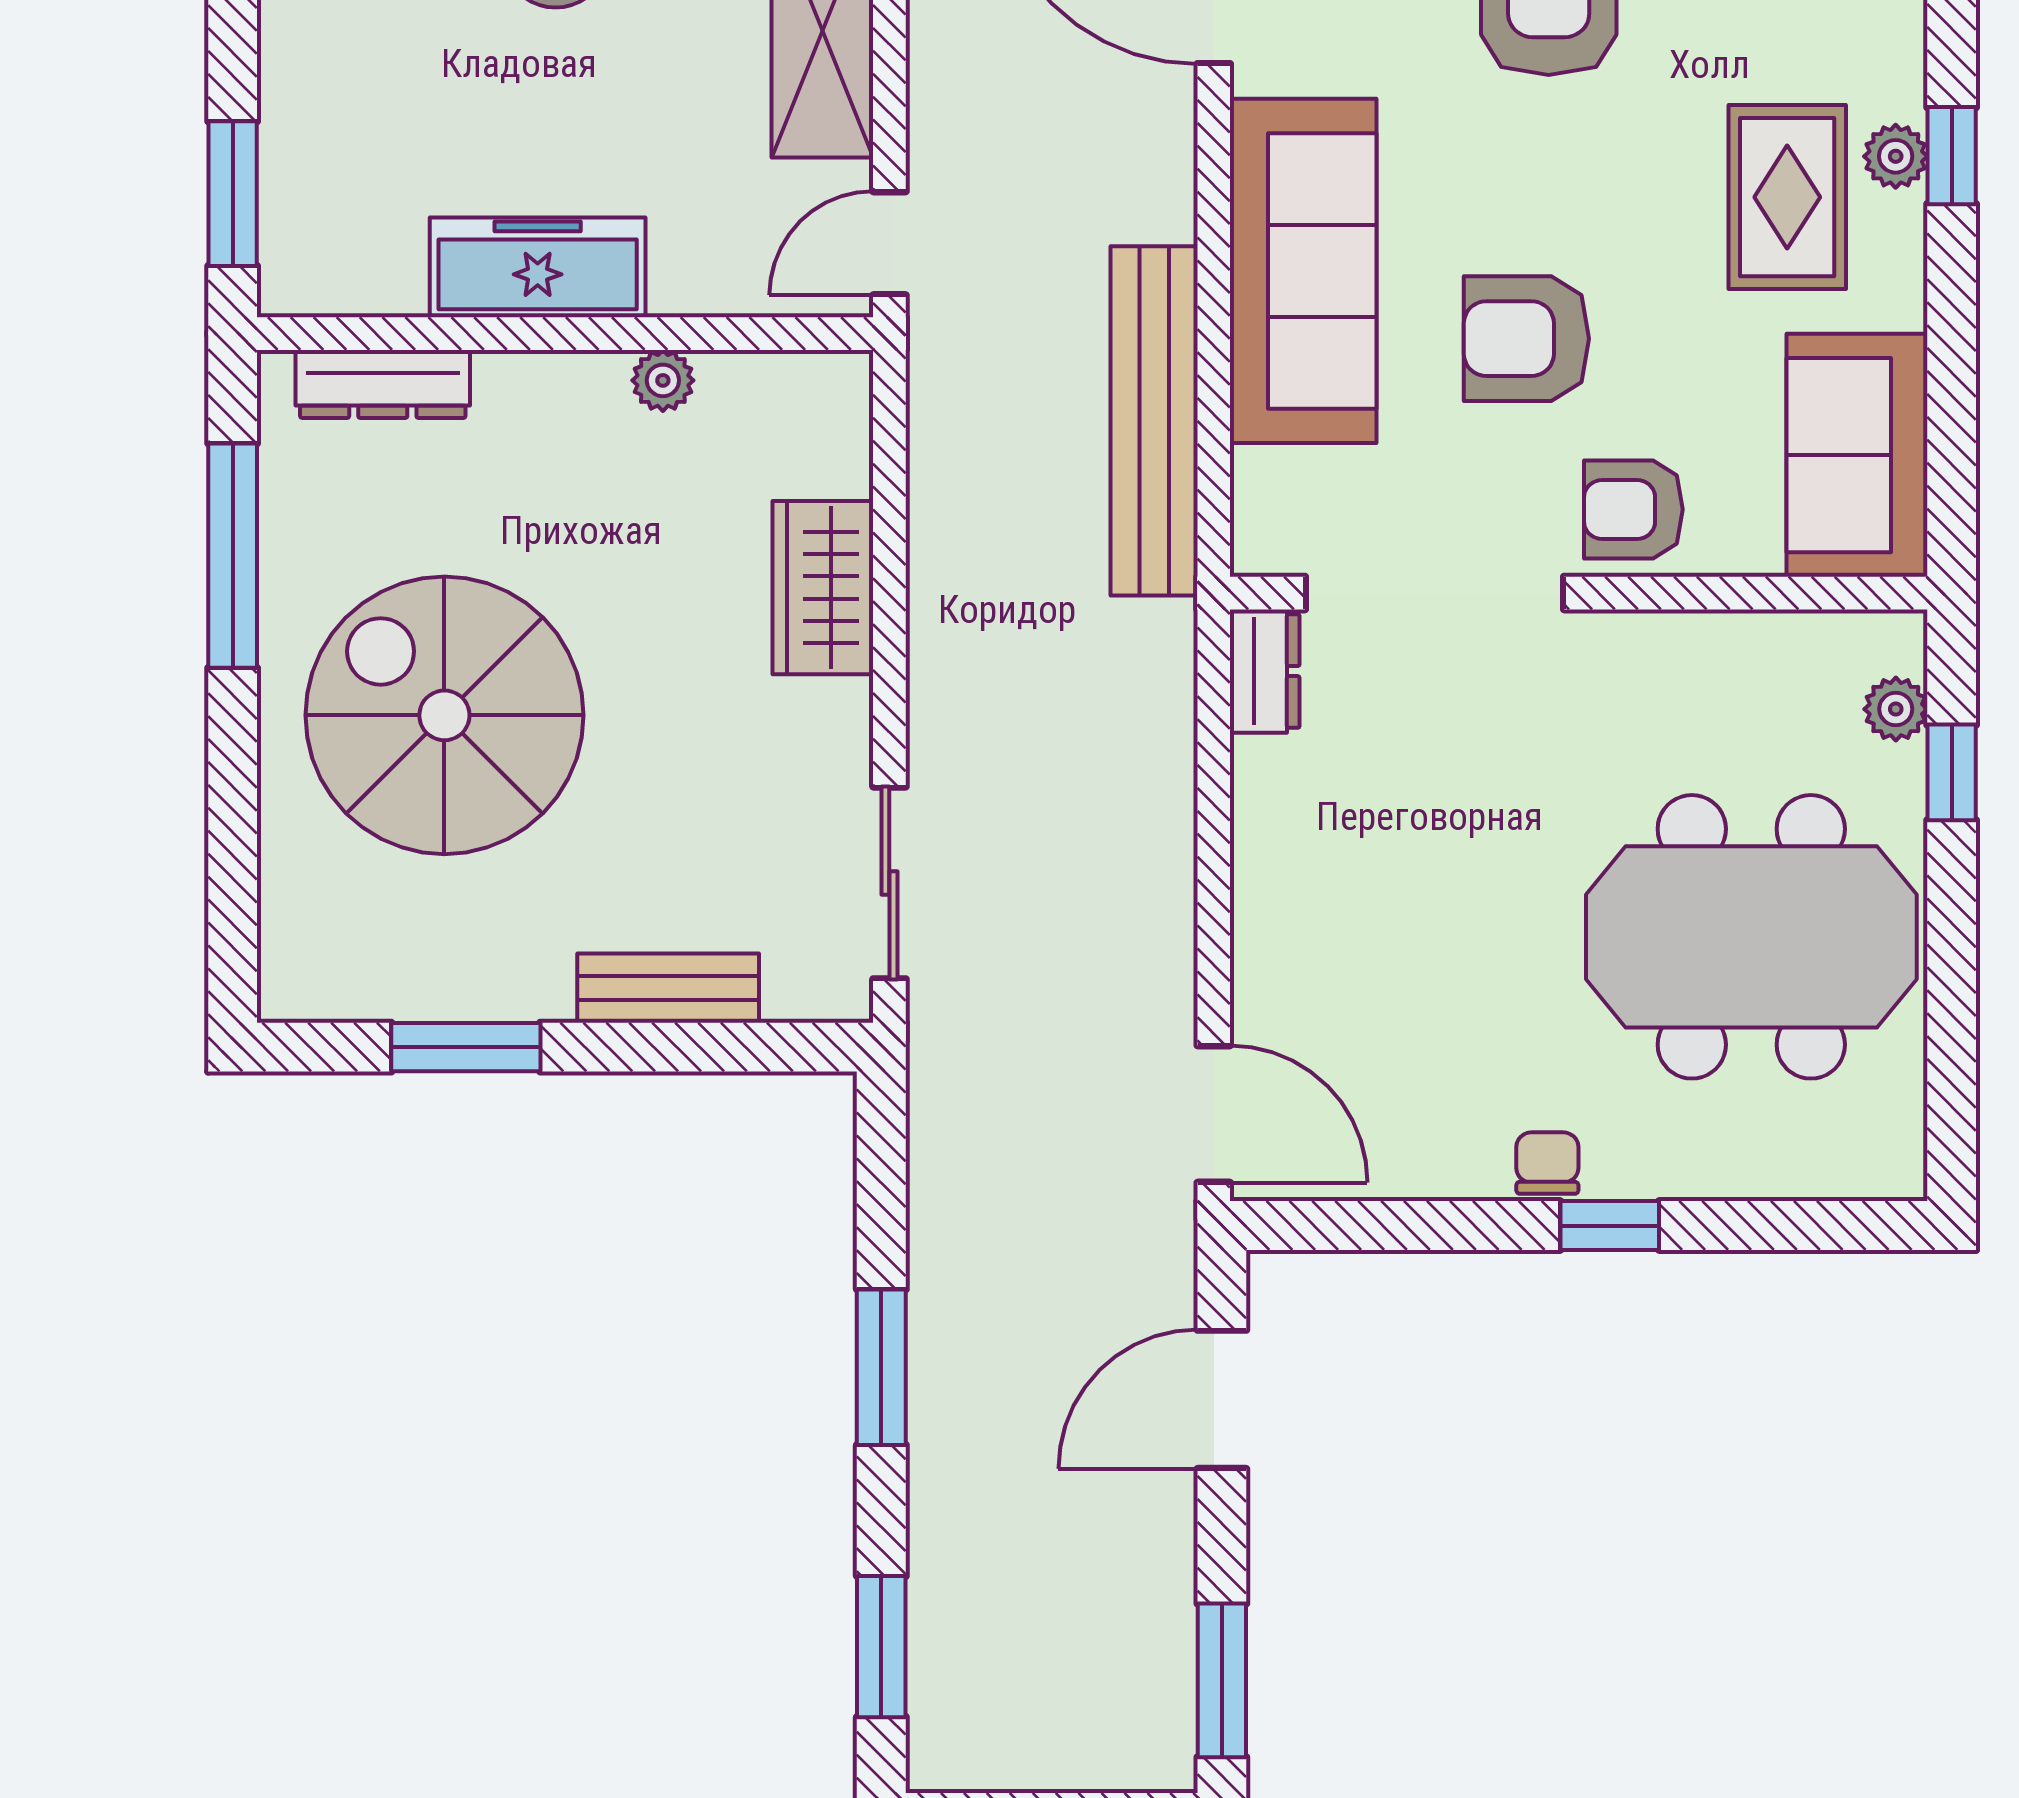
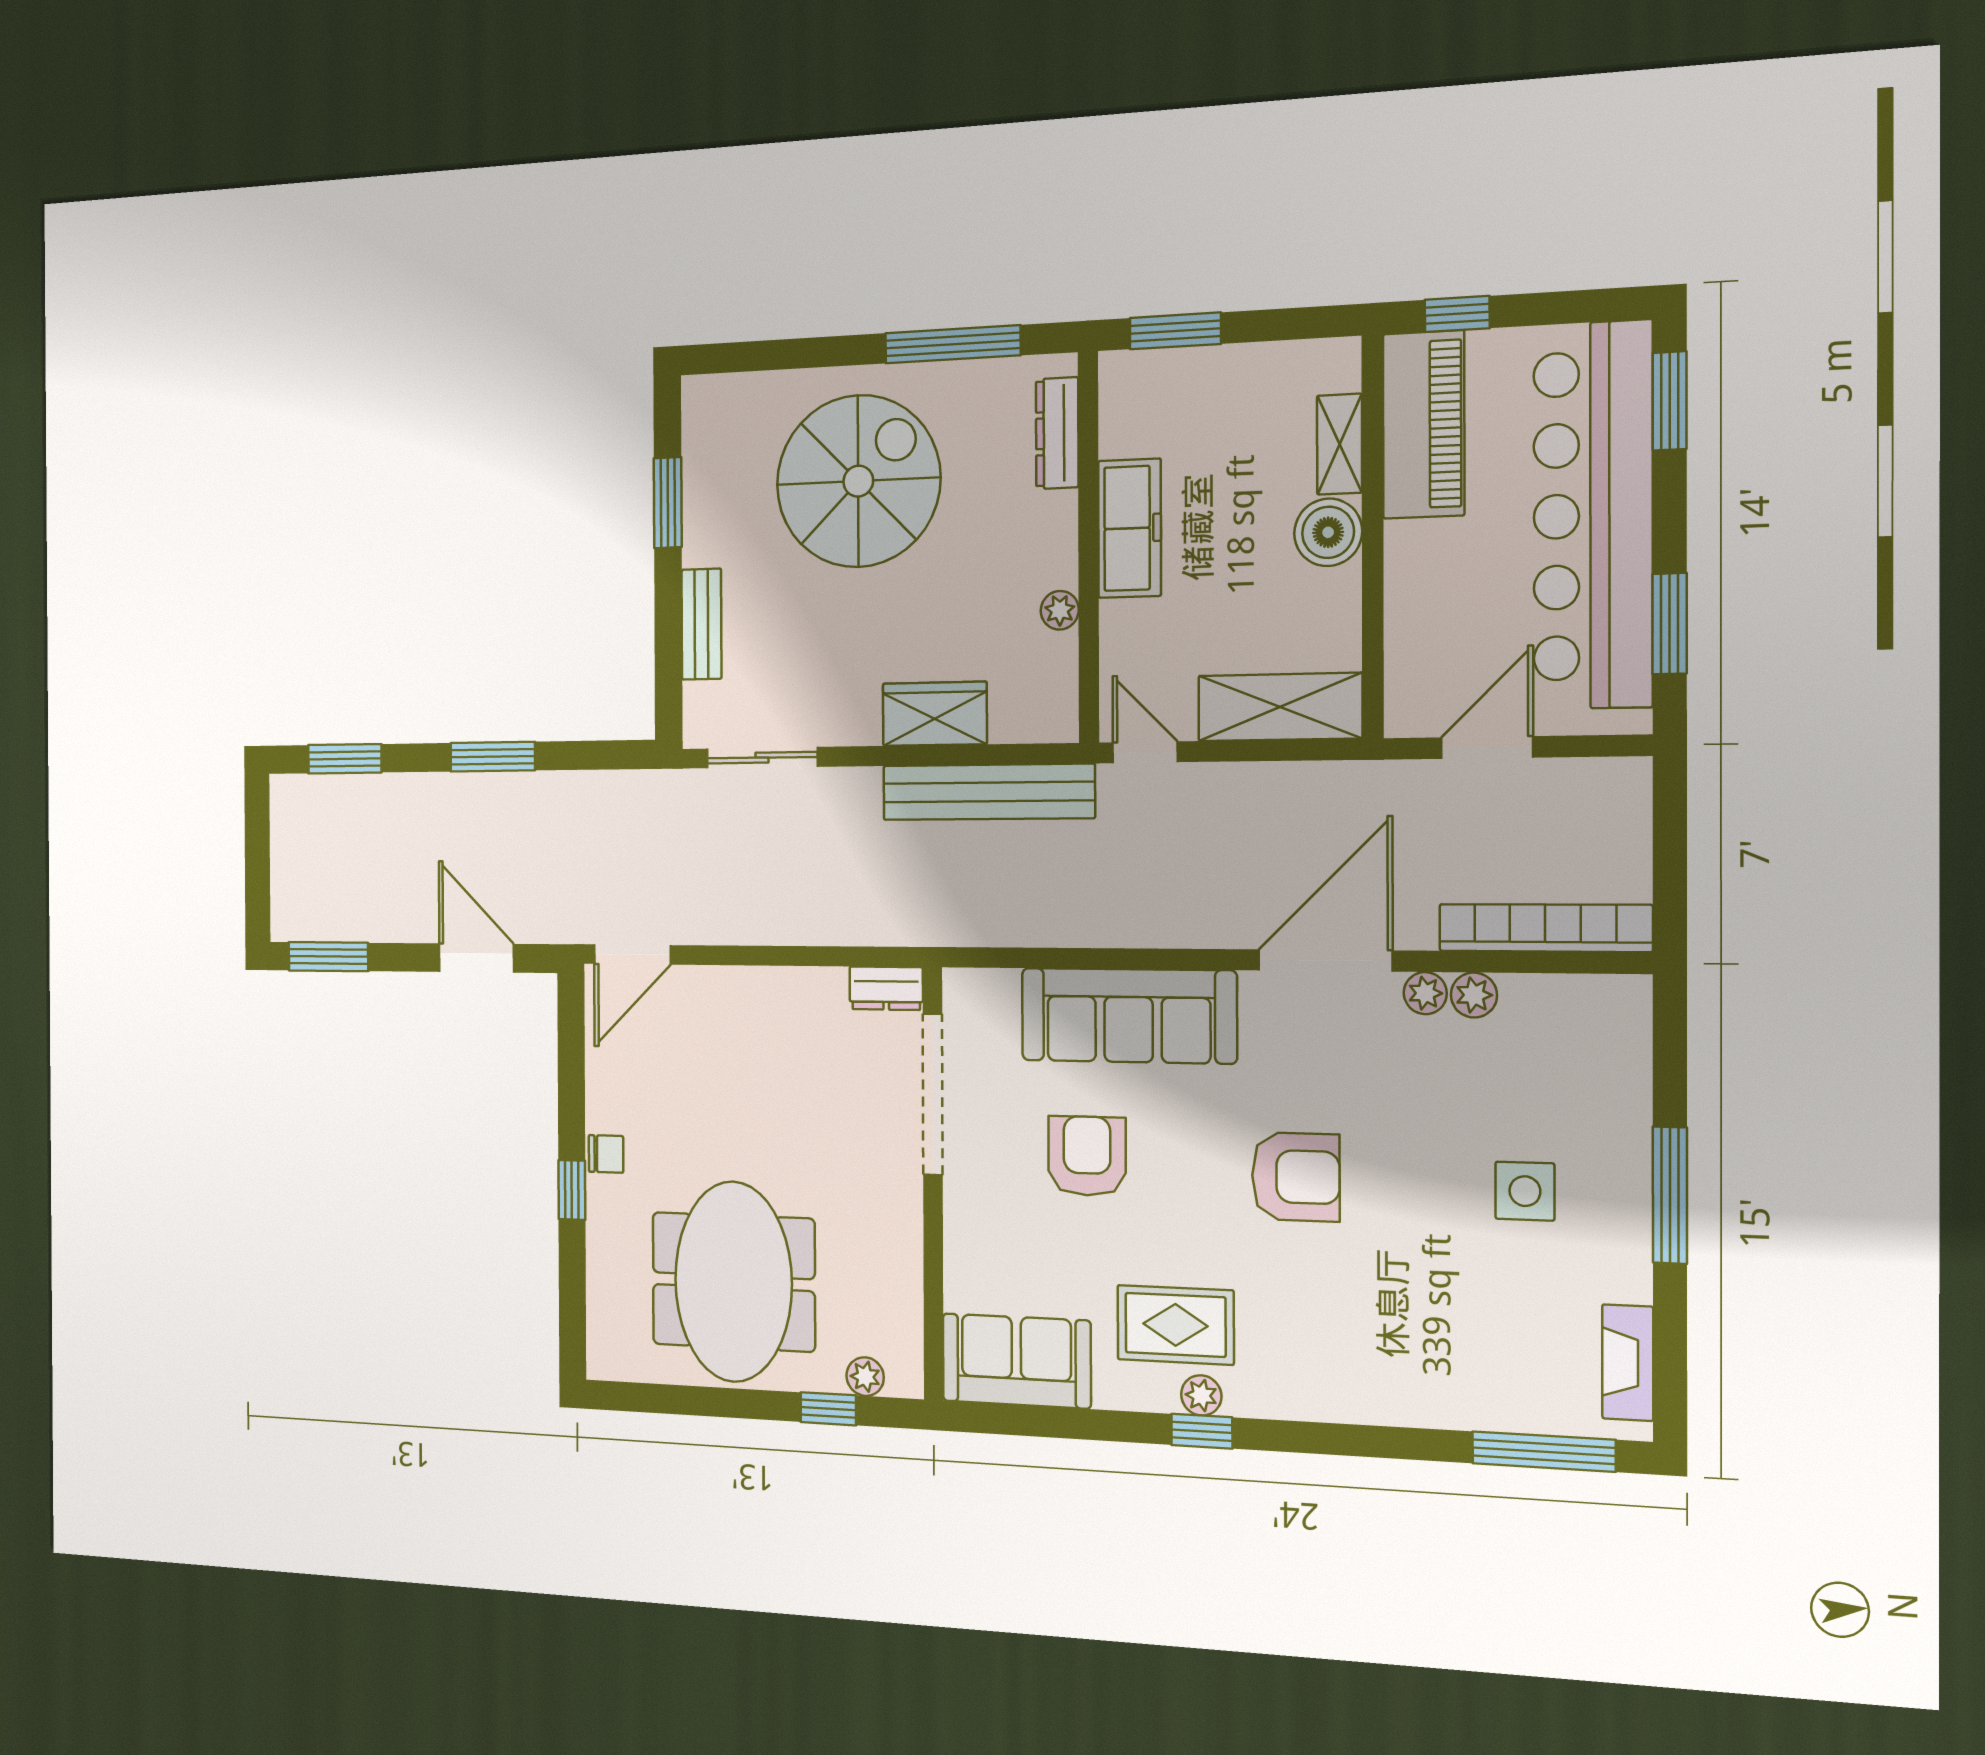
bench: (1154, 421) -> (988, 792), moved
armchair: (1633, 509) -> (983, 1220), removed

